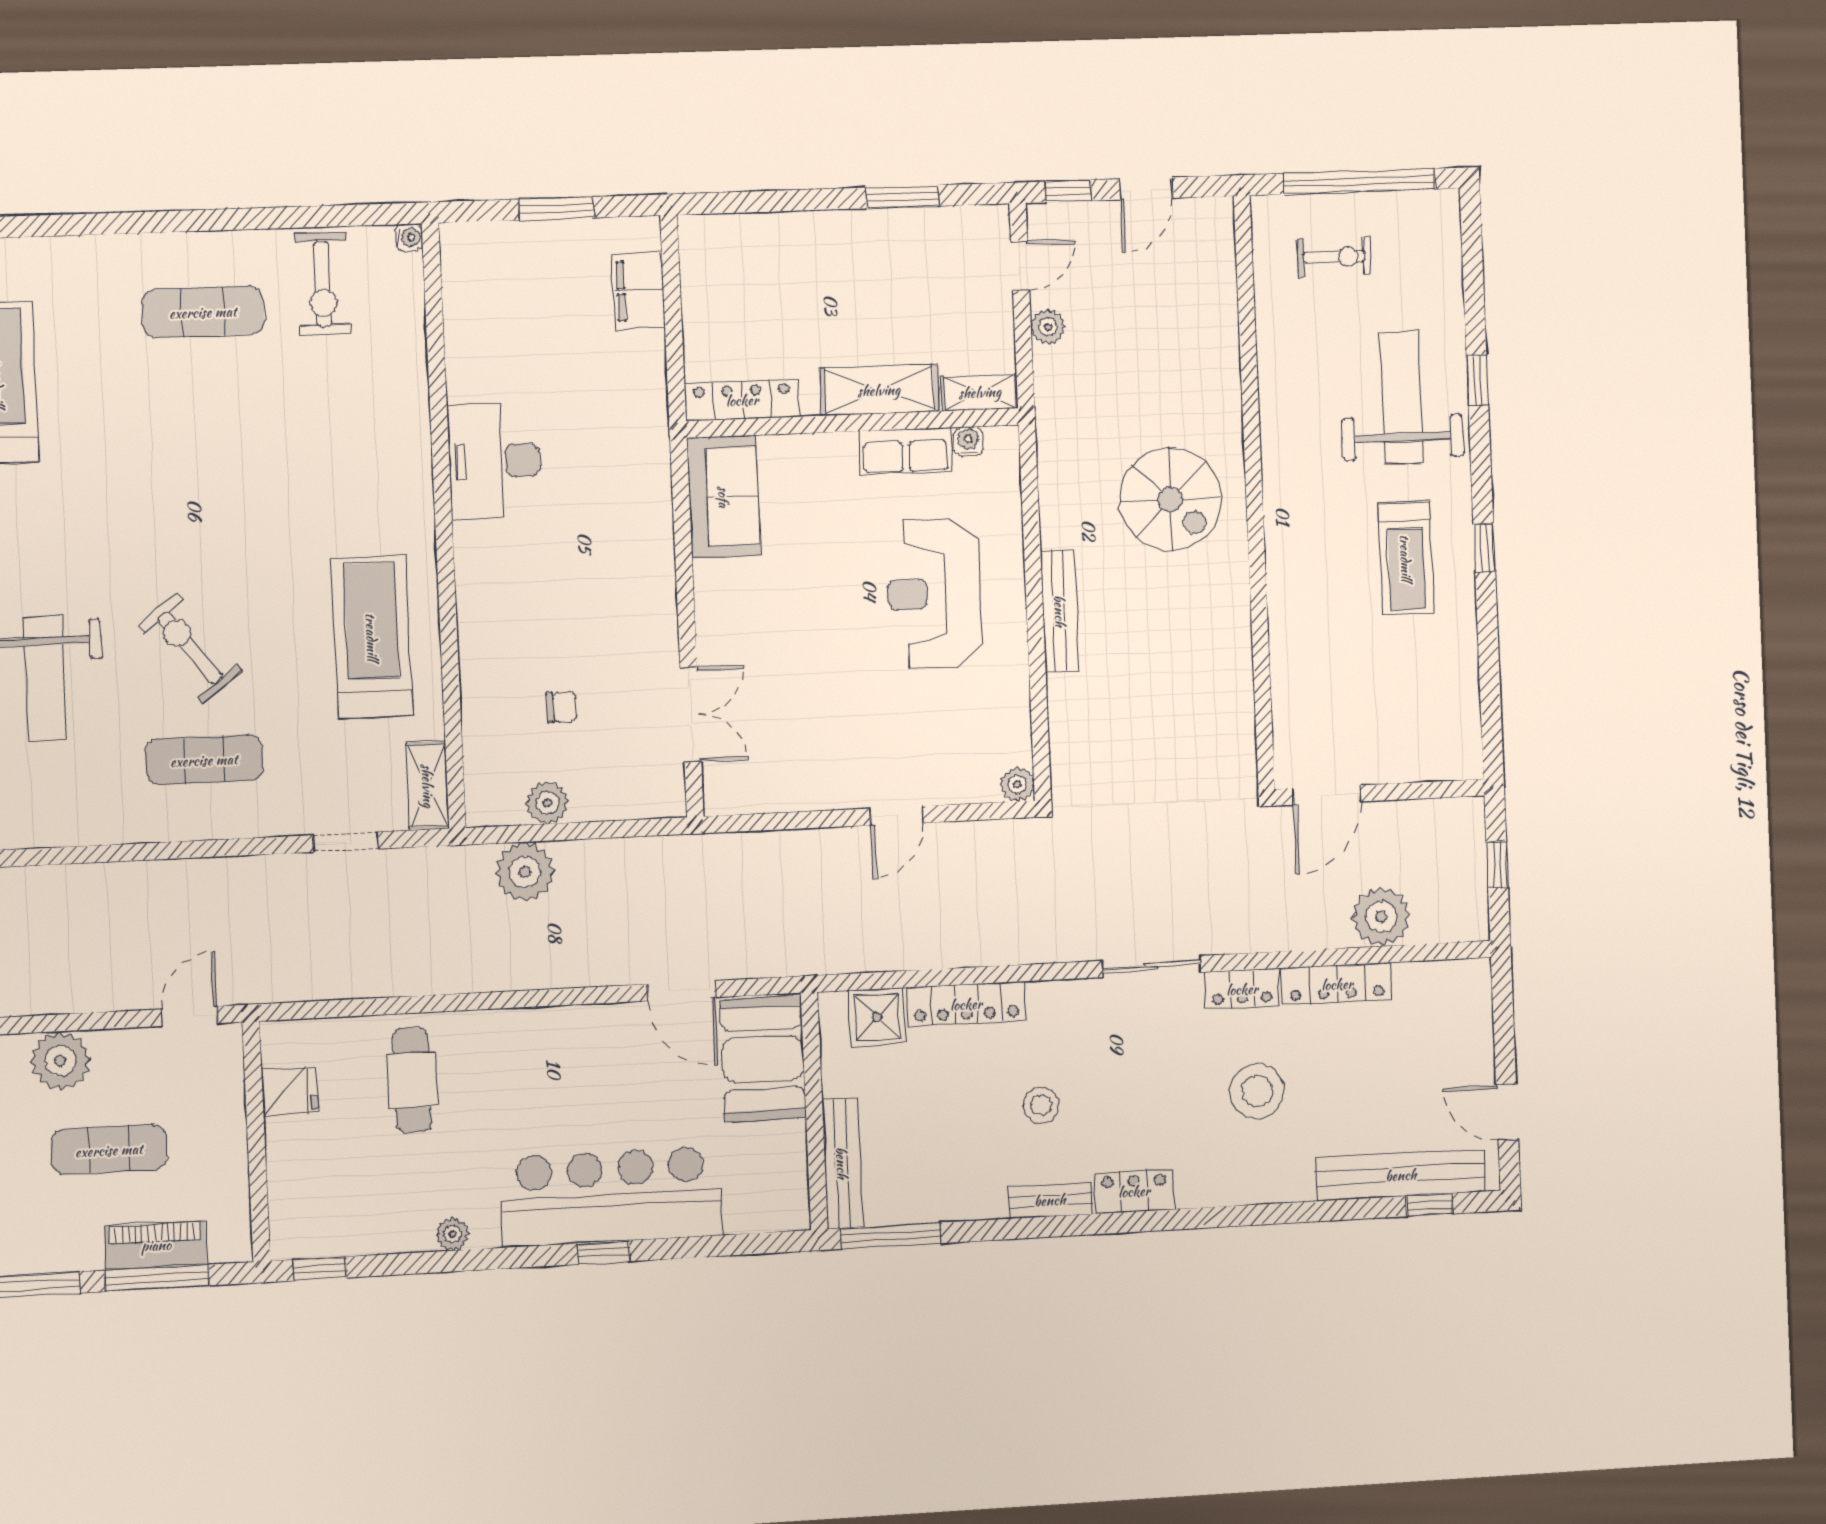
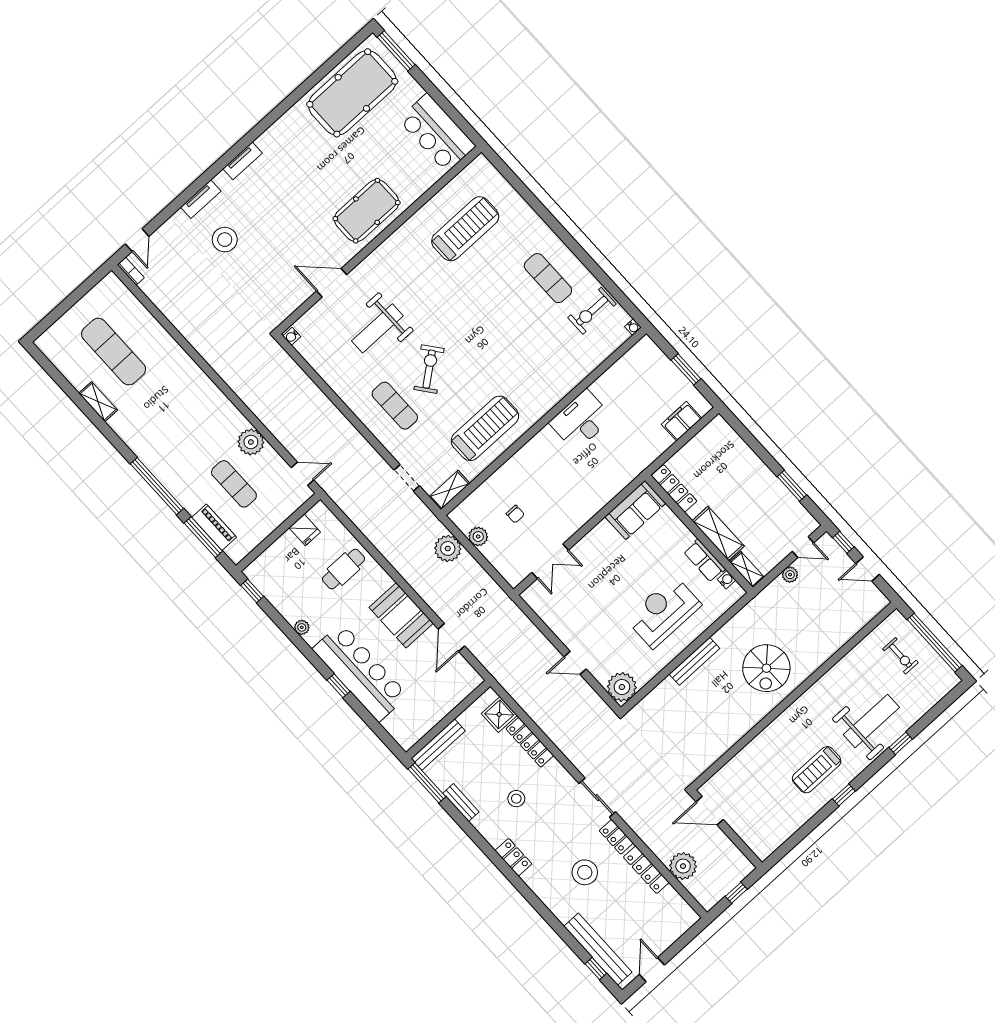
plant: (1017, 784) -> (622, 687), width x1.87, depth x1.87
booth: (763, 1059) -> (401, 615), moved, turned 90
bench: (1050, 1200) -> (461, 803), moved

